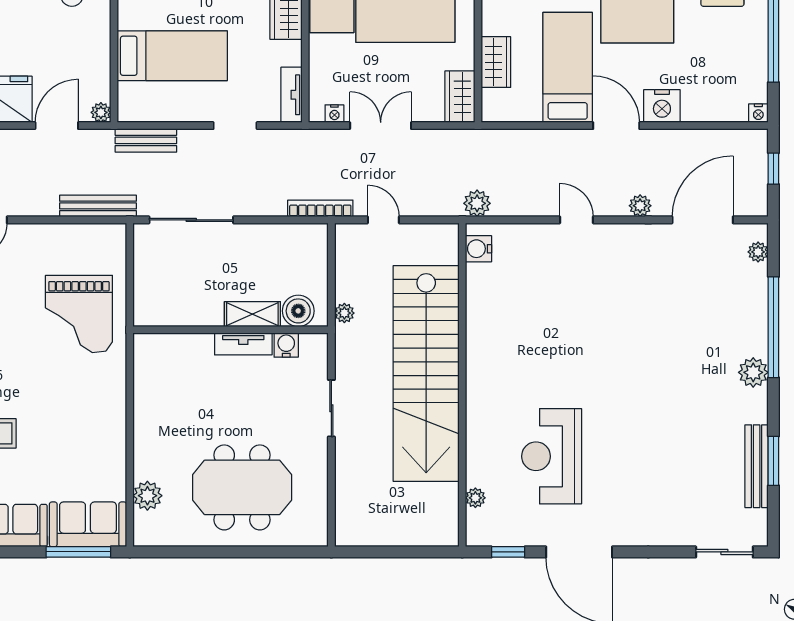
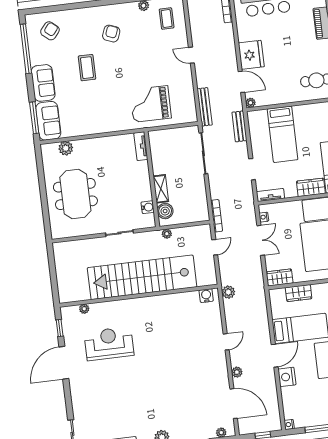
tv unit: (243, 344) -> (141, 146), moved

